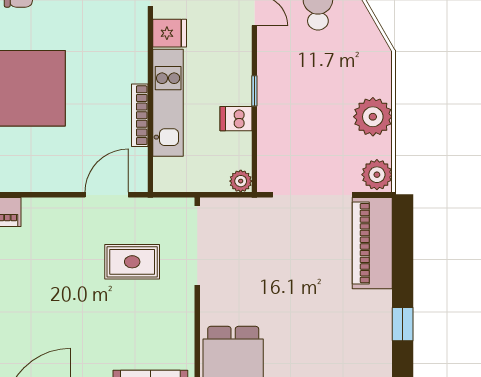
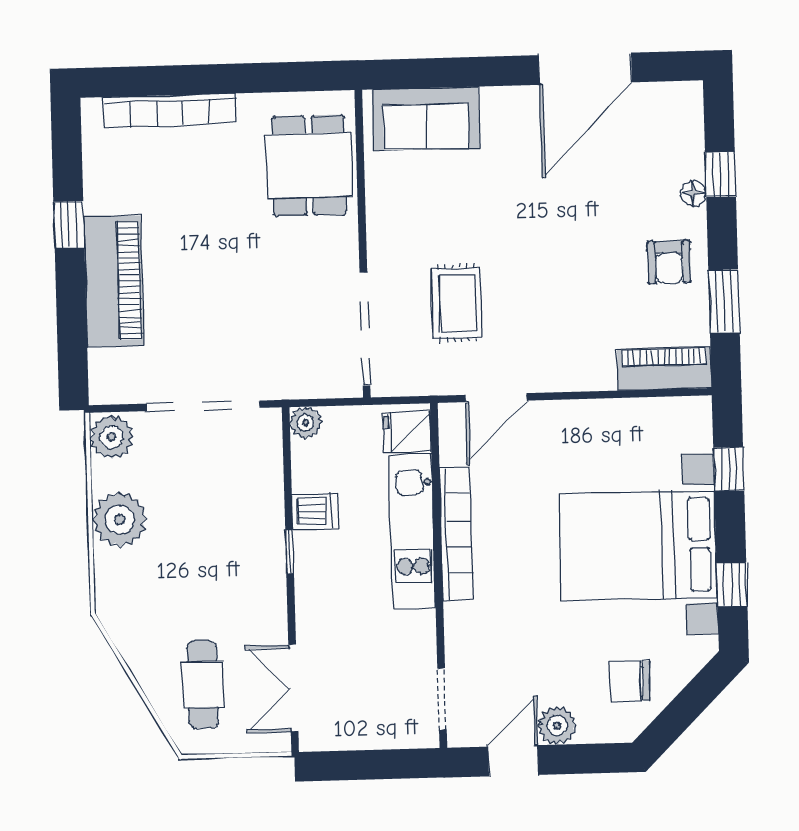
fridge: (170, 33) -> (407, 432), moved
bookcase: (140, 115) -> (456, 534), width x1.48, depth x1.31
piano: (372, 243) -> (114, 281), moved
rug: (132, 262) -> (457, 303), turned 90

